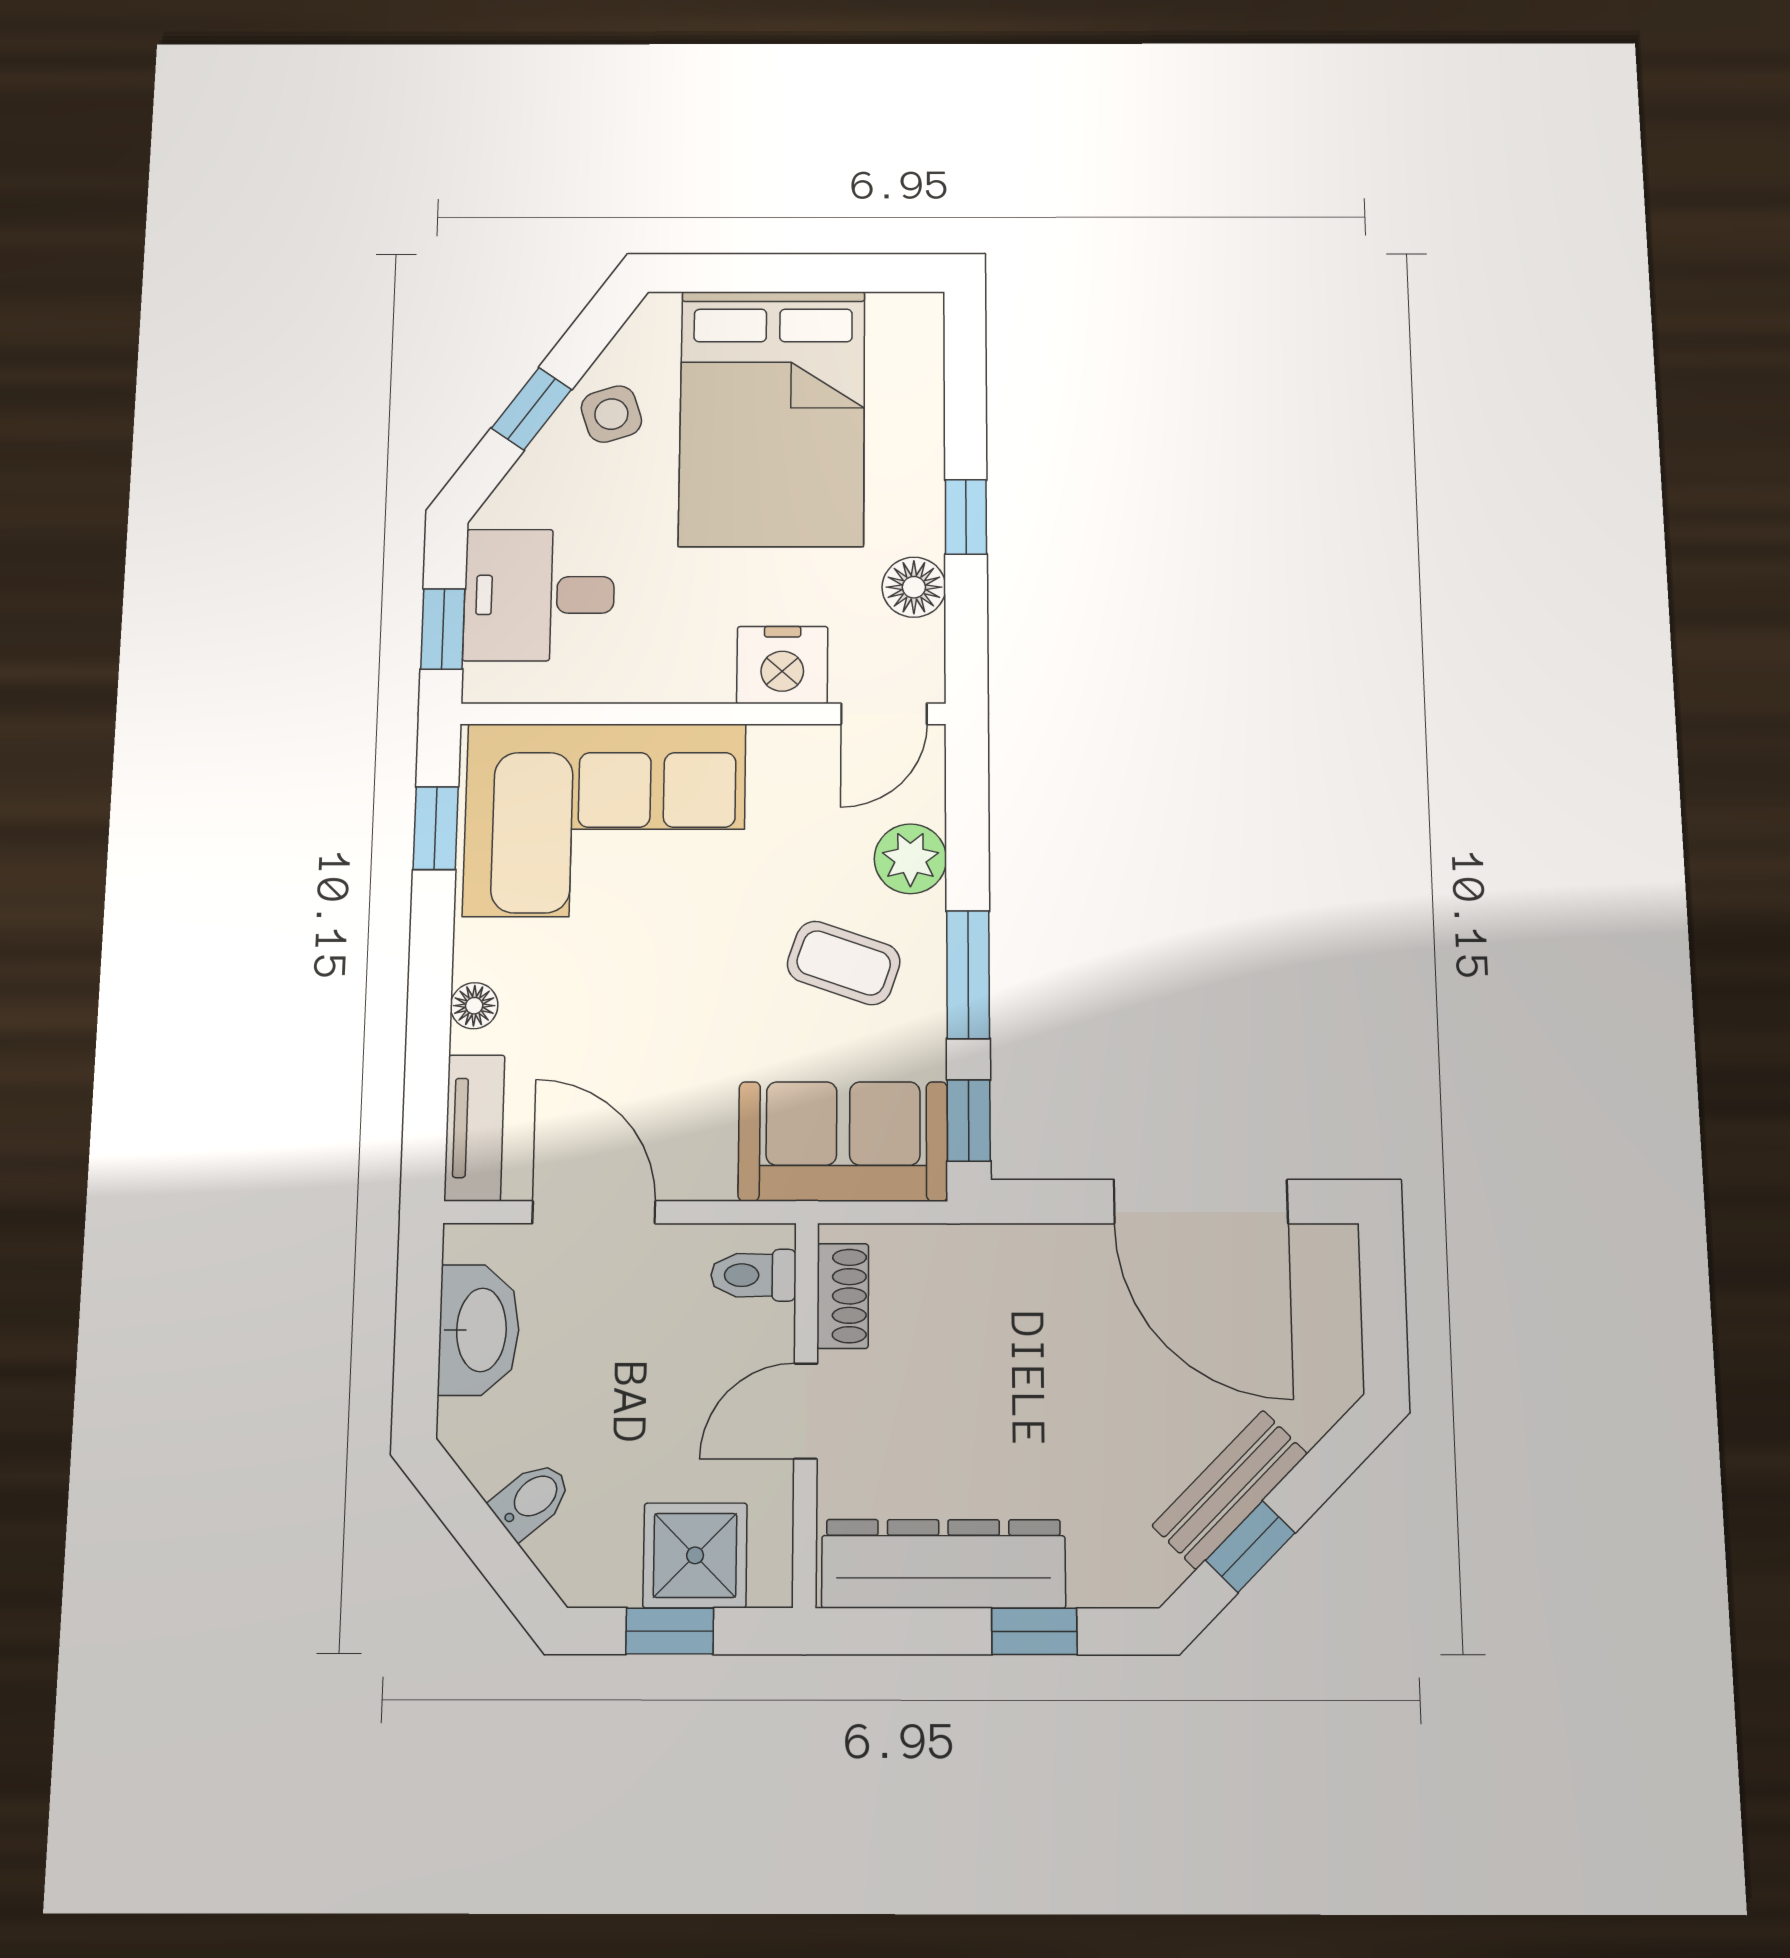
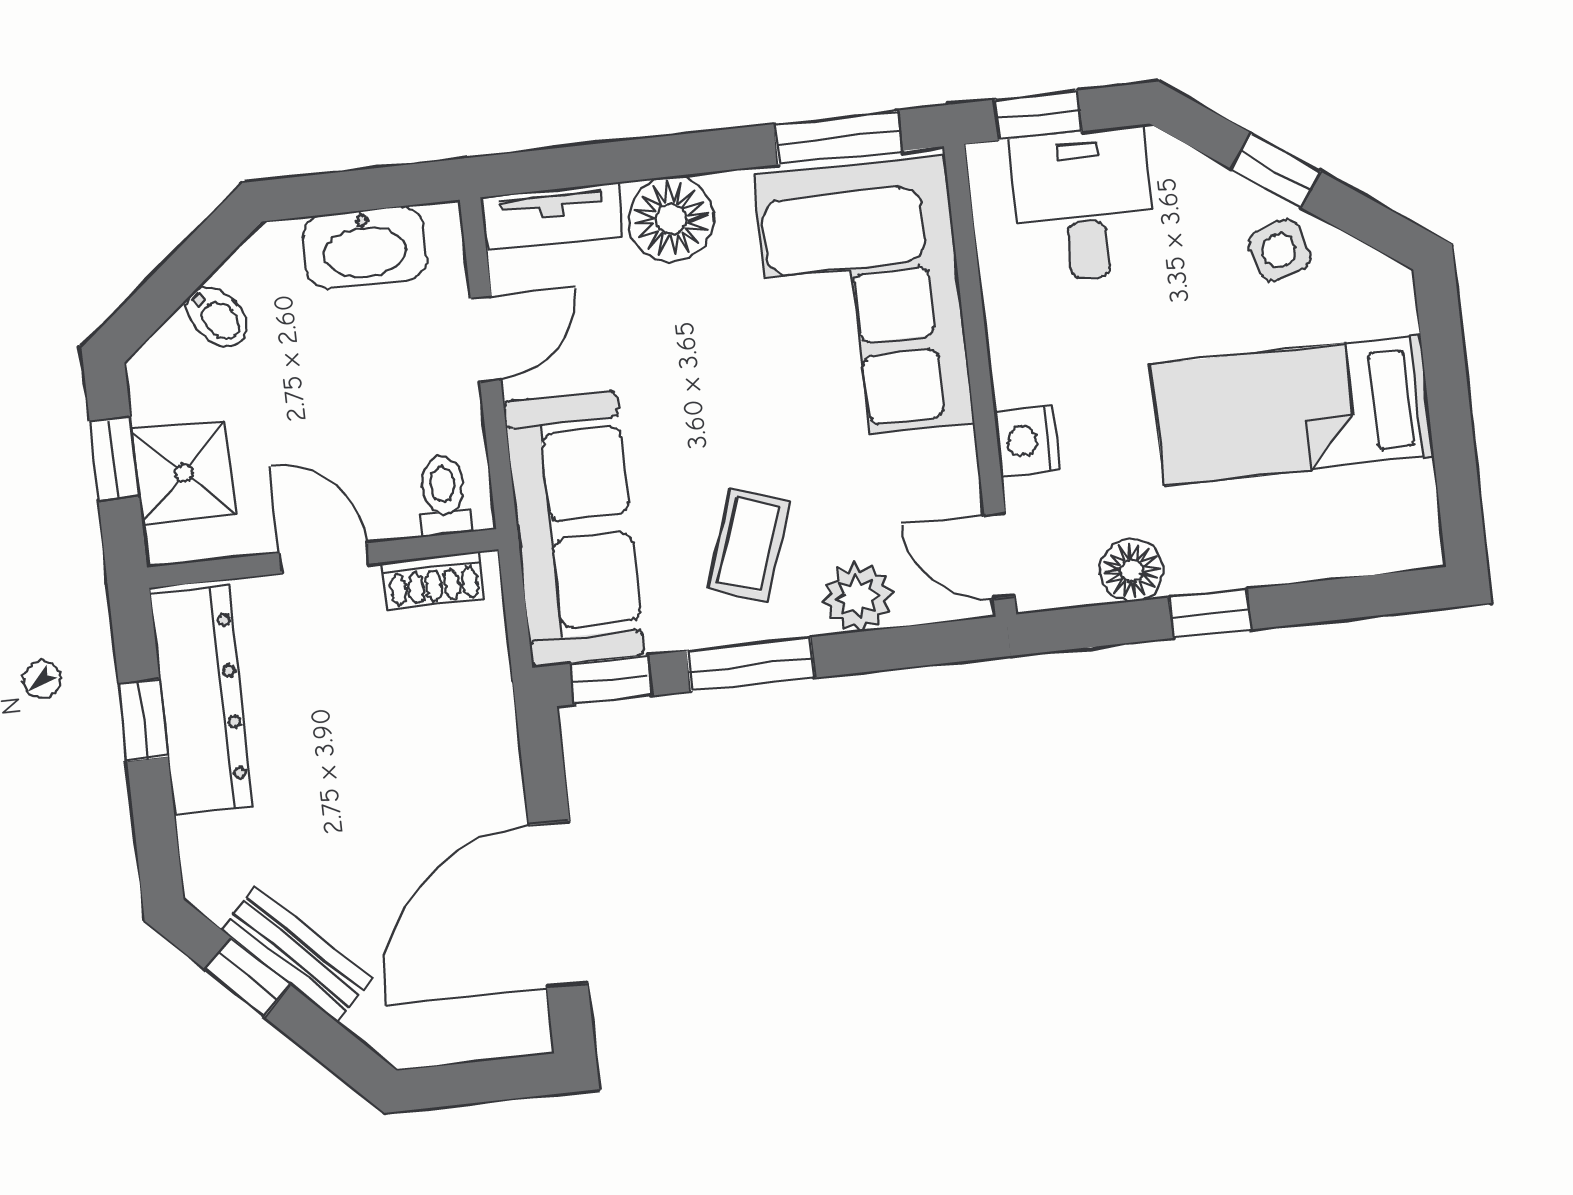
bed: (772, 418) -> (1293, 410), width x0.67
nightstand: (782, 665) -> (1027, 441), width x0.74, depth x0.75
window: (436, 828) -> (838, 138), width x1.50
floor lamp: (474, 1006) -> (671, 219), width x1.89, depth x1.89
sofa: (843, 1141) -> (574, 529), width x1.36
door: (594, 1212) -> (486, 339), width x0.73
window: (1034, 1631) -> (143, 720), moved

